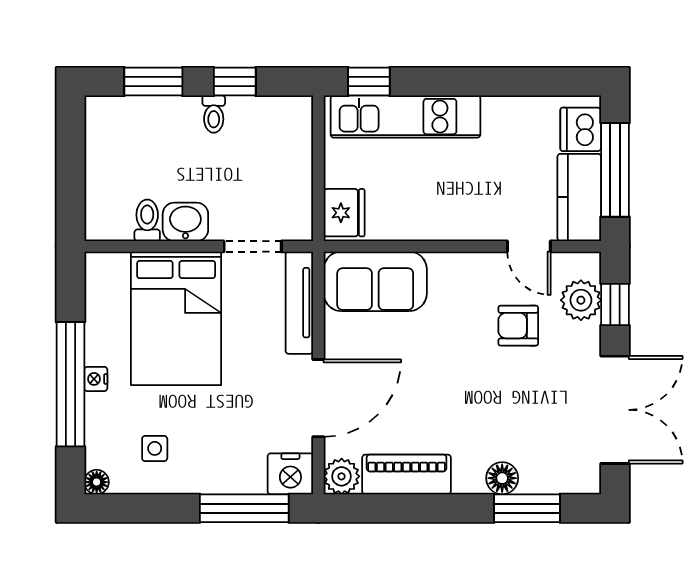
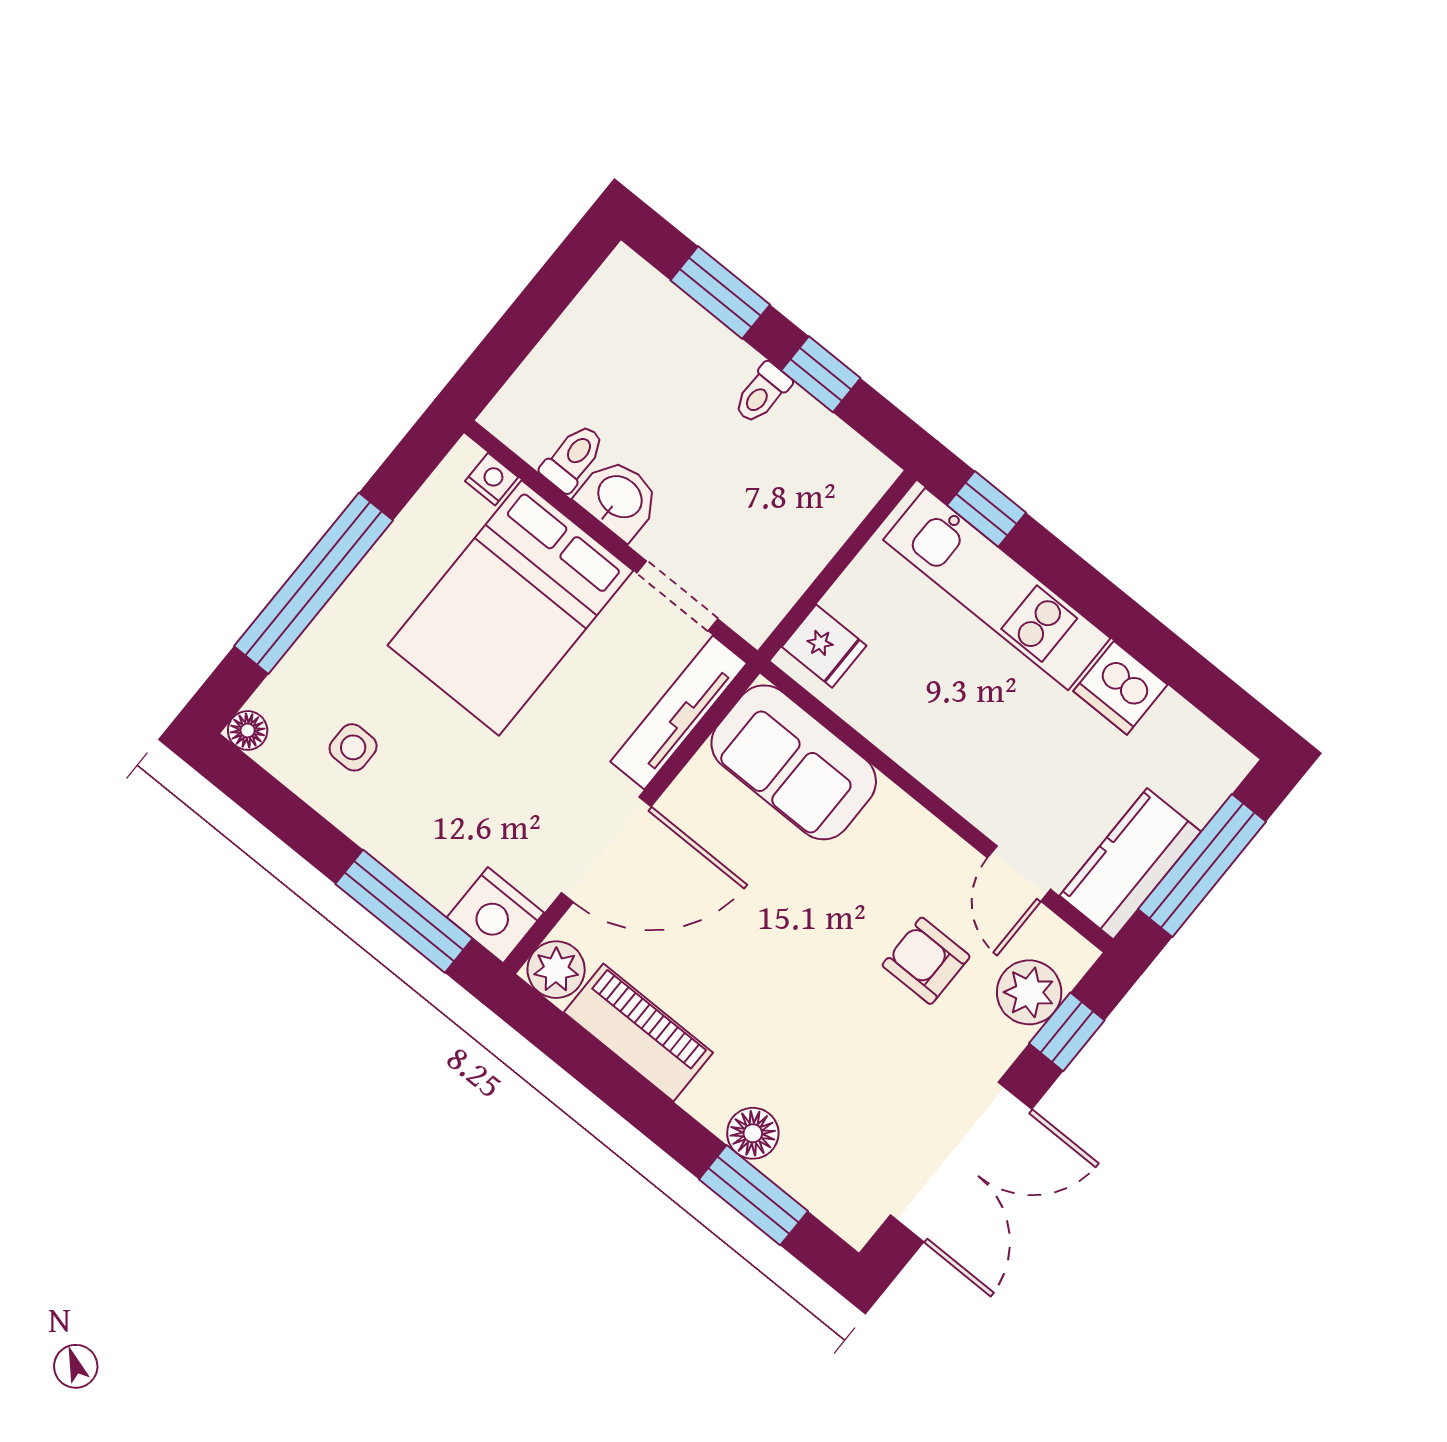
dishwasher: (581, 129) -> (1120, 688), moved, turned -90
fridge: (344, 213) -> (824, 646), width x0.72
nightstand: (96, 379) -> (492, 479), moved, turned 90

